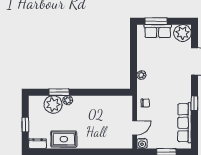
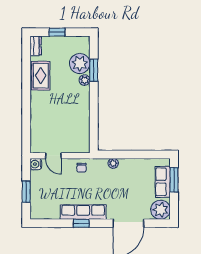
row of seats: (184, 123) -> (83, 212), moved

